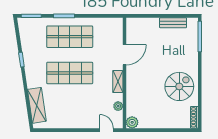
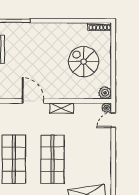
spiral stairs: (179, 86) -> (84, 62), moved
plant: (118, 106) -> (107, 108), moved

